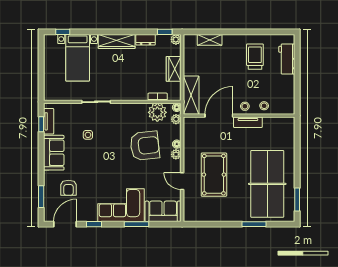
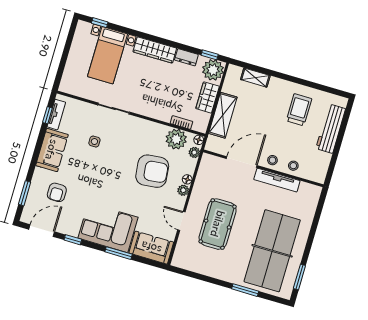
plant: (176, 39) -> (213, 70), width x1.88, depth x1.88
workbench: (287, 59) -> (331, 129), width x1.38
shelving: (191, 95) -> (223, 115), moved
tv unit: (248, 122) -> (277, 180), width x1.41

